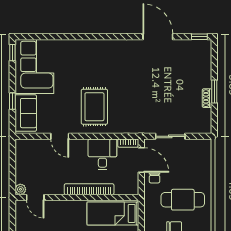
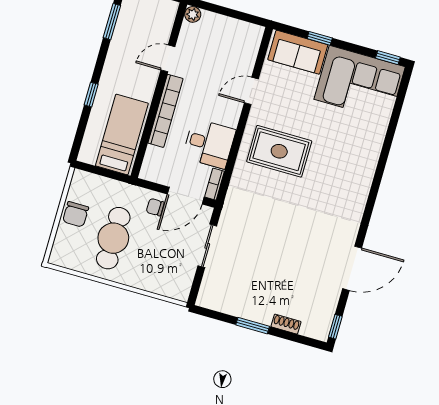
shoe rack: (207, 98) -> (286, 324), moved
door: (35, 197) -> (168, 58), moved

